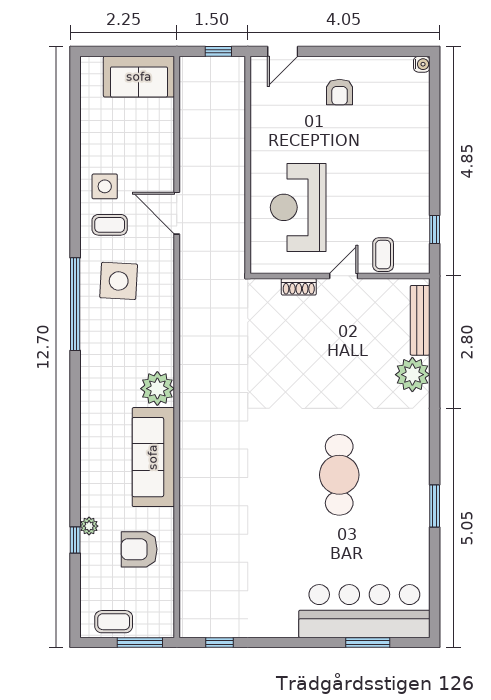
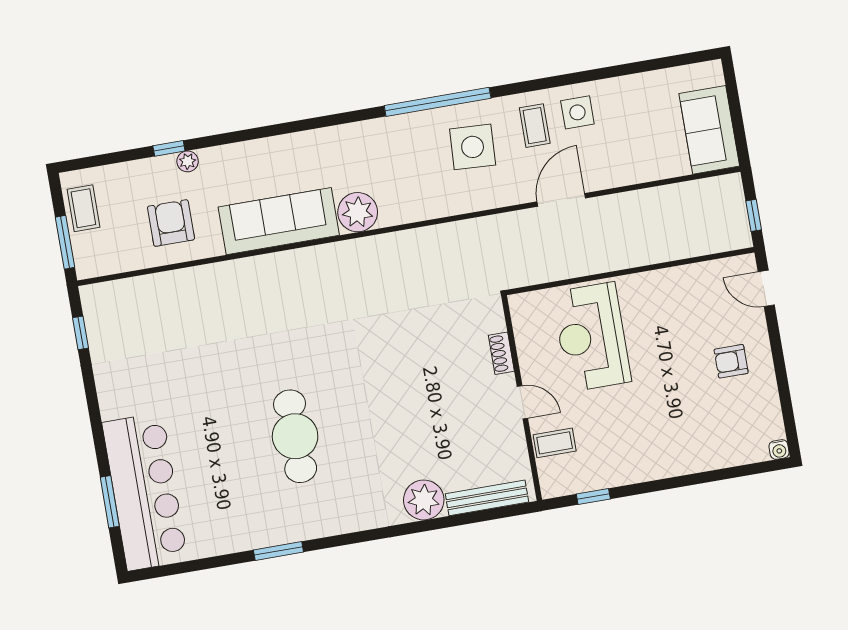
reception desk: (298, 207) -> (592, 337), turned -90
cafe table: (339, 475) -> (295, 436), turned 90

